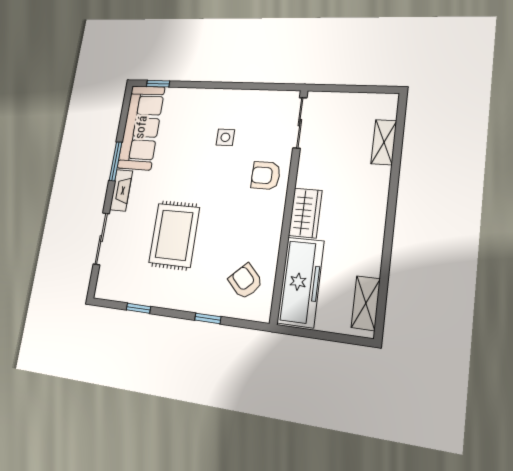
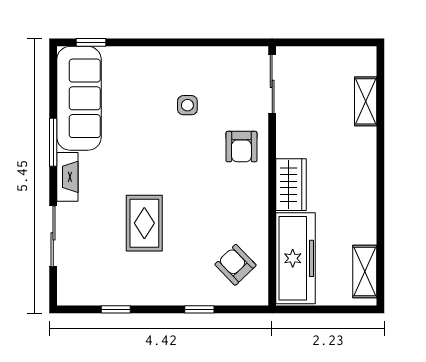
armchair: (266, 175) -> (241, 147), turned -90
rug: (174, 235) -> (144, 223), width x0.73, depth x0.70

